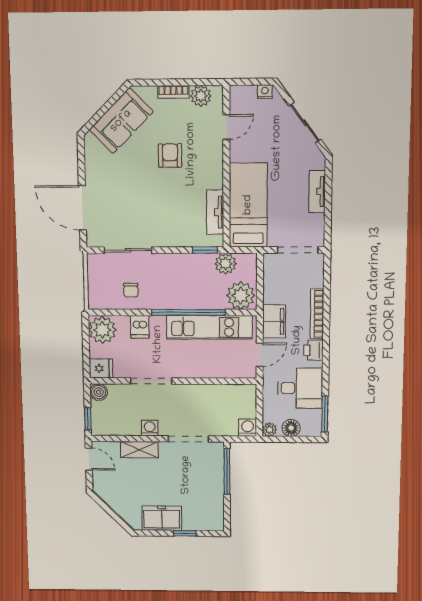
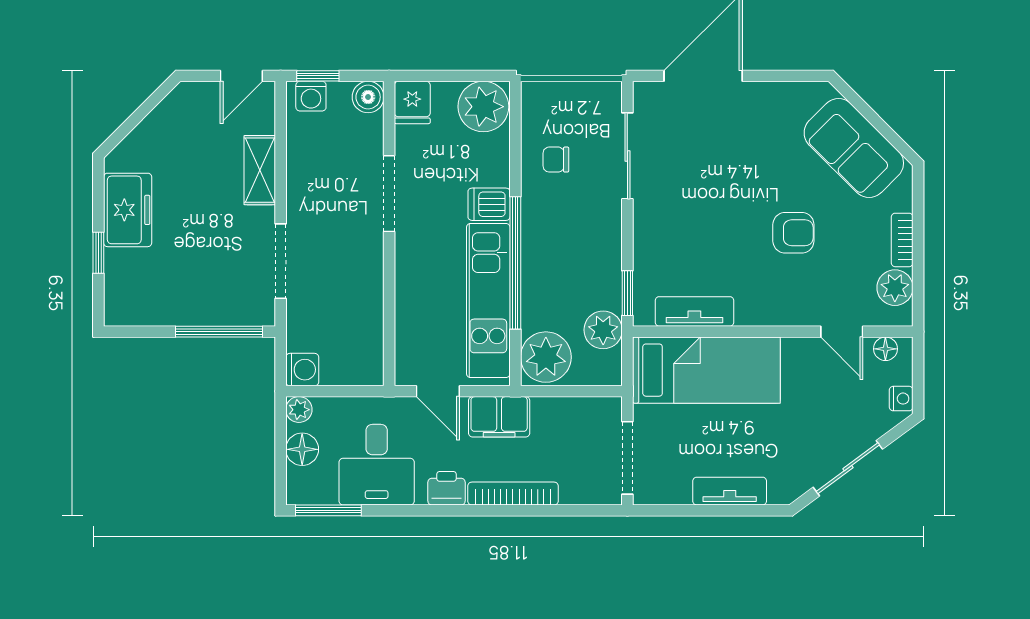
floor lamp: (236, 101) -> (885, 349), added
dishwasher: (140, 327) -> (489, 204), moved
washing machine: (150, 428) -> (311, 96), moved, turned 90

